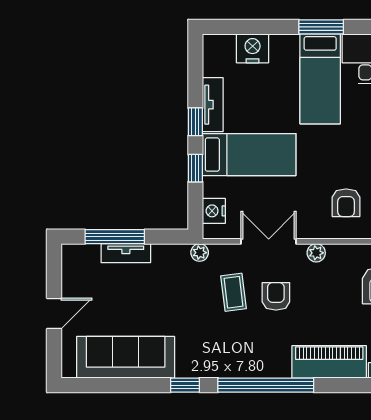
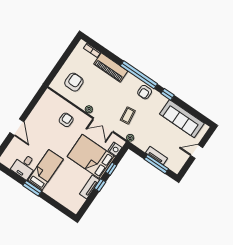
nightstand: (253, 48) -> (62, 197), removed
bed: (249, 155) -> (91, 157), width x1.50
armchair: (276, 296) -> (145, 92), moved

